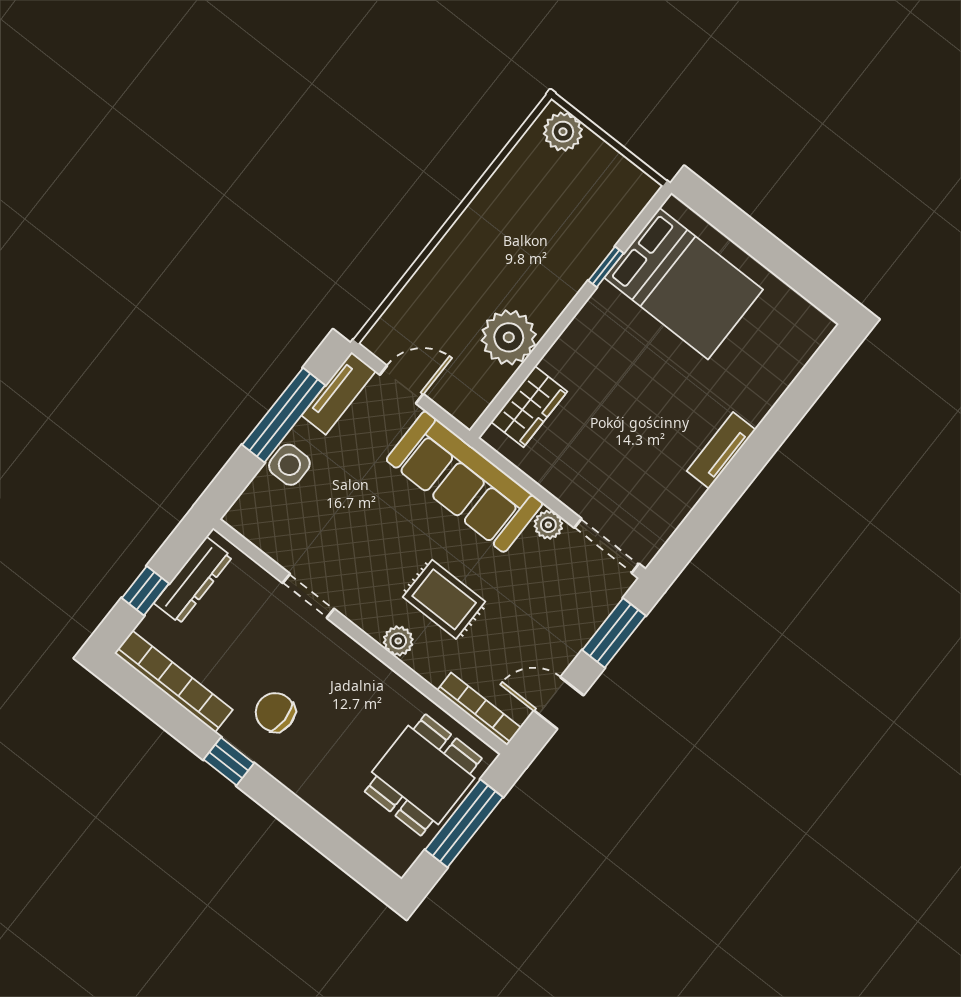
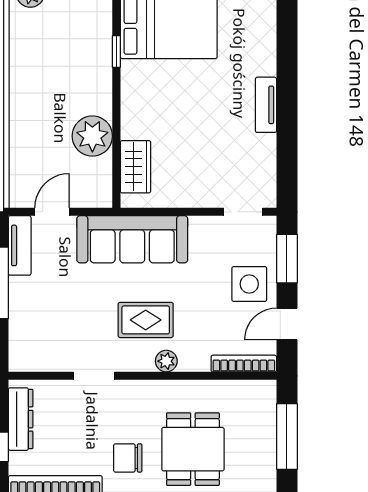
side table: (289, 465) -> (249, 284), moved, width x1.37, depth x1.37
plant: (548, 525) -> (200, 226), removed
doorway: (607, 546) -> (243, 212), width x0.73
rug: (444, 599) -> (146, 320), moved
dining table: (423, 775) -> (193, 449), moved

